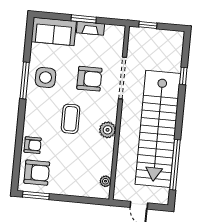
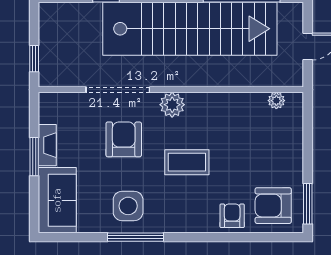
plant: (108, 130) -> (172, 105), moved
armchair: (37, 173) -> (273, 206), turned -90

